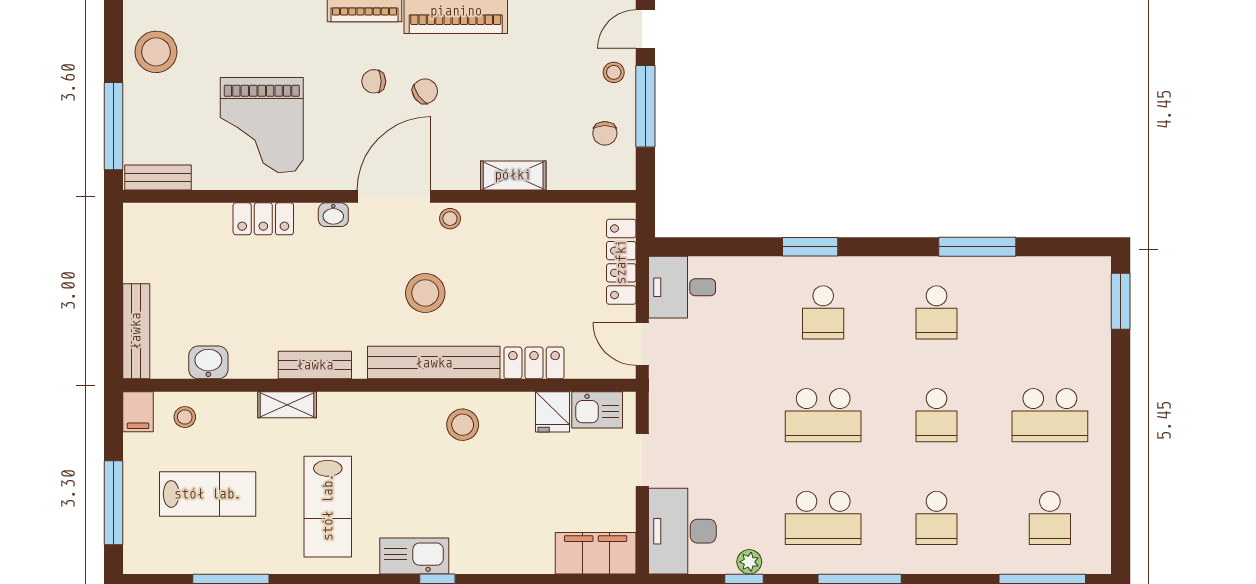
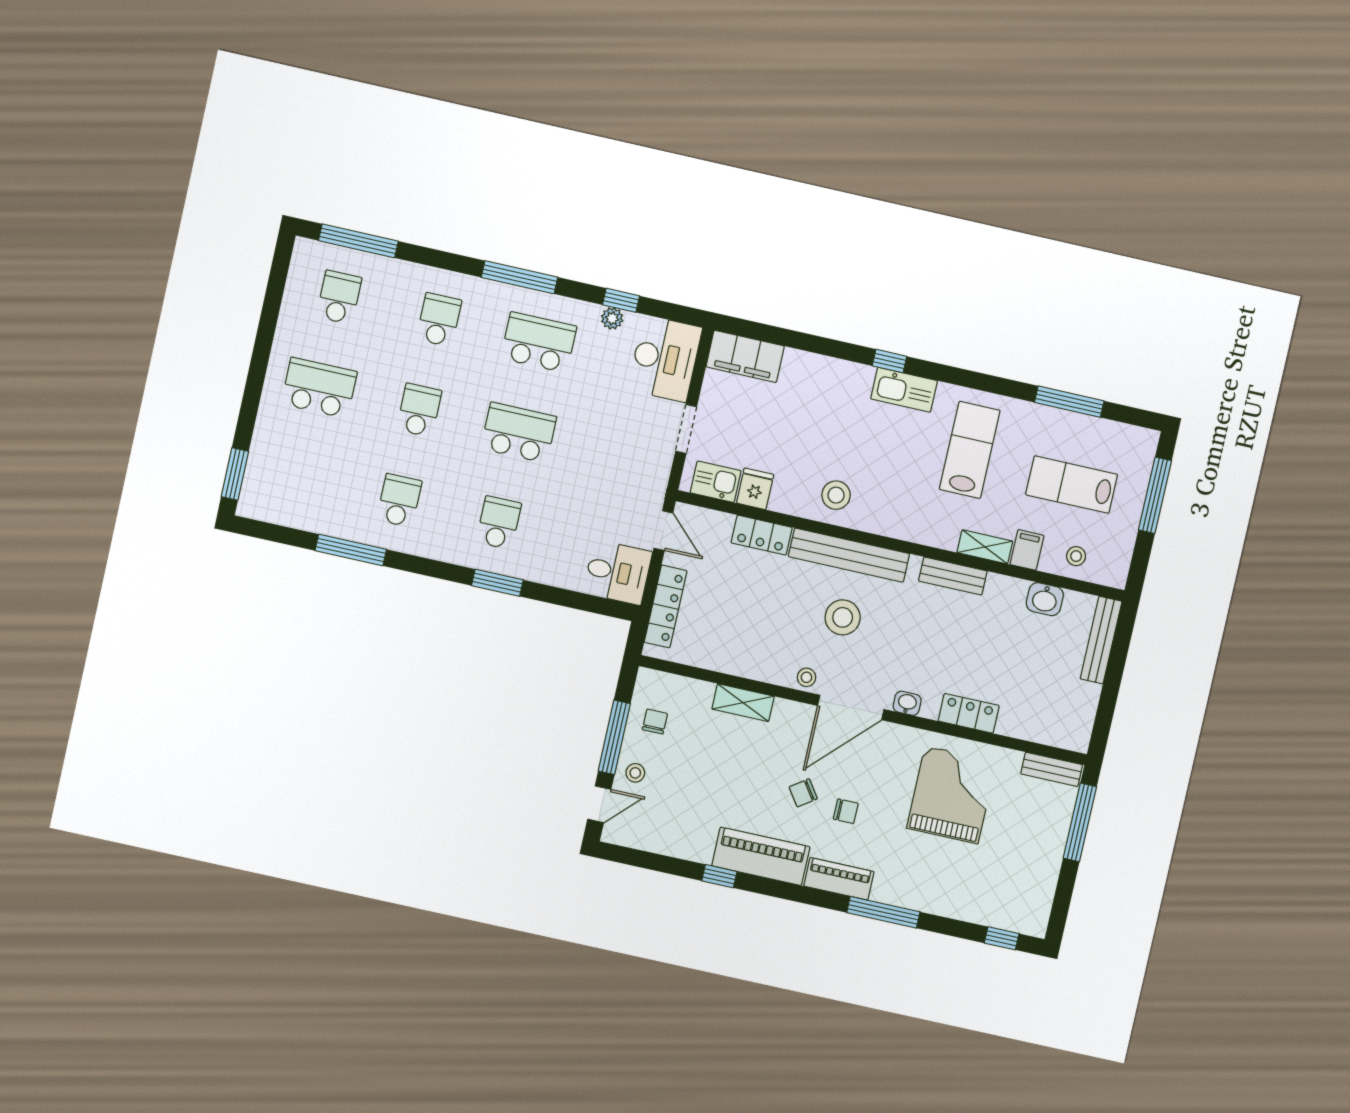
stool: (156, 52) -> (1028, 878), removed
filing cabinet: (138, 412) -> (1027, 550), moved

